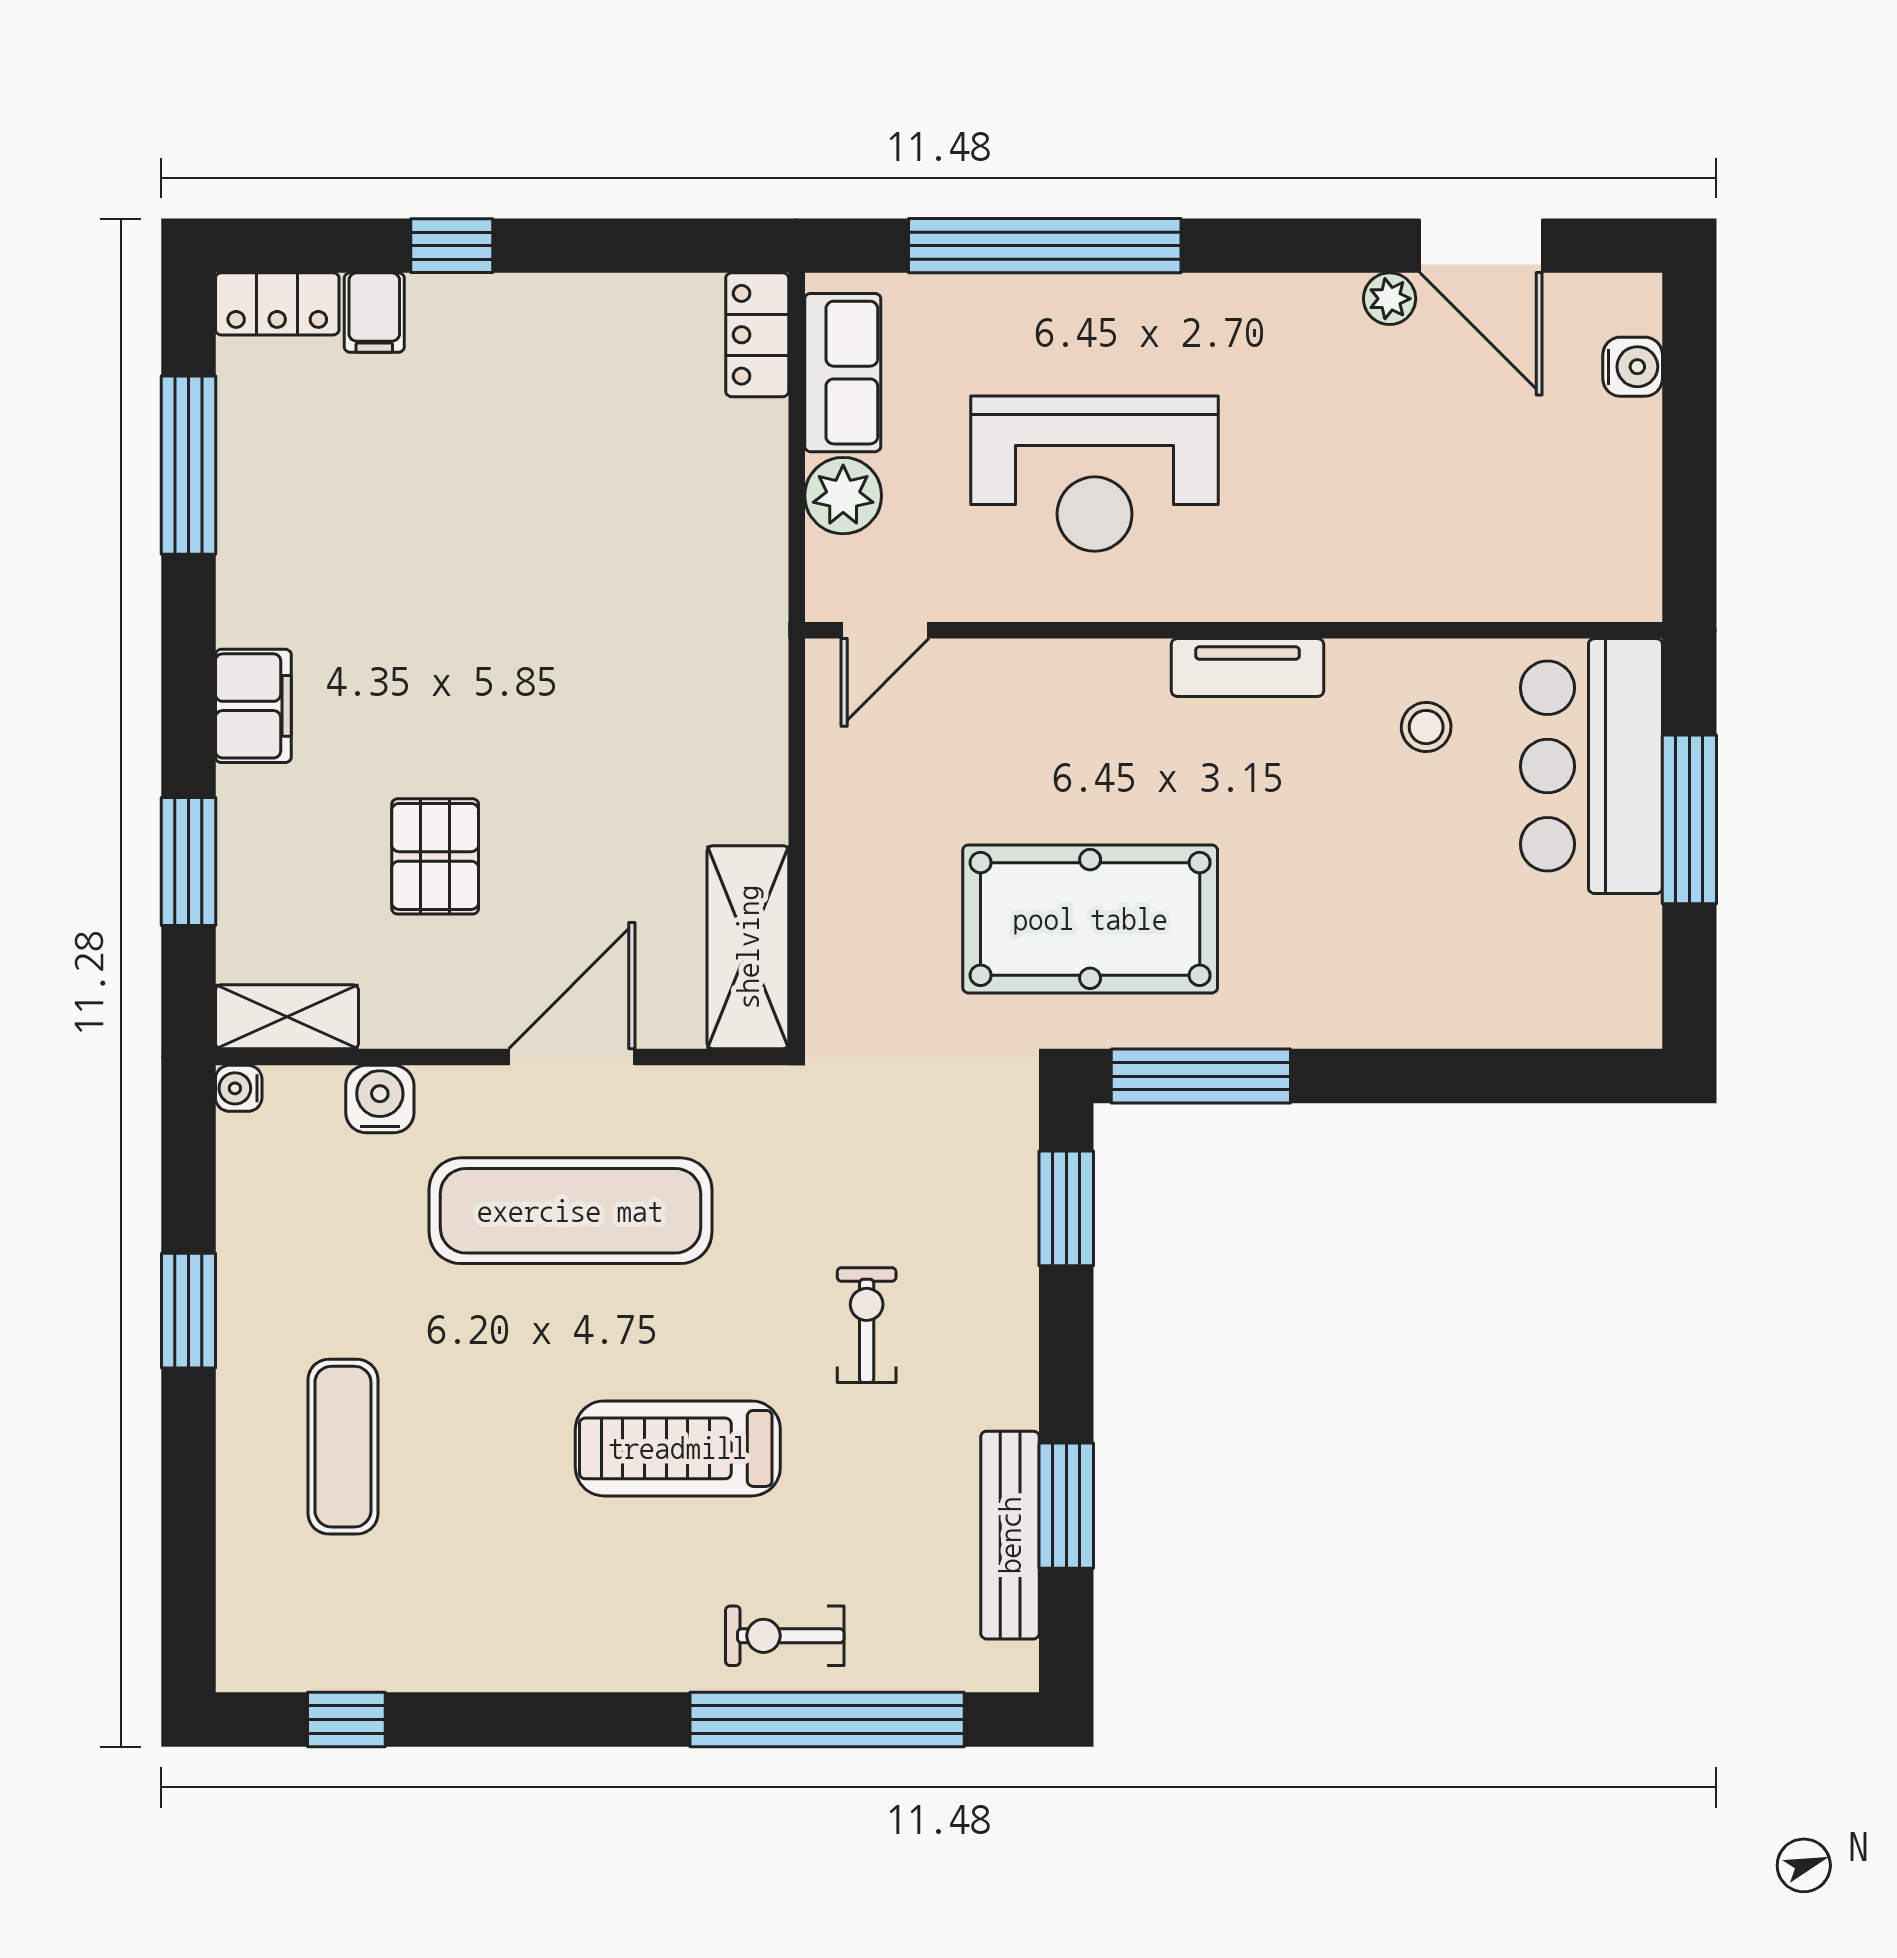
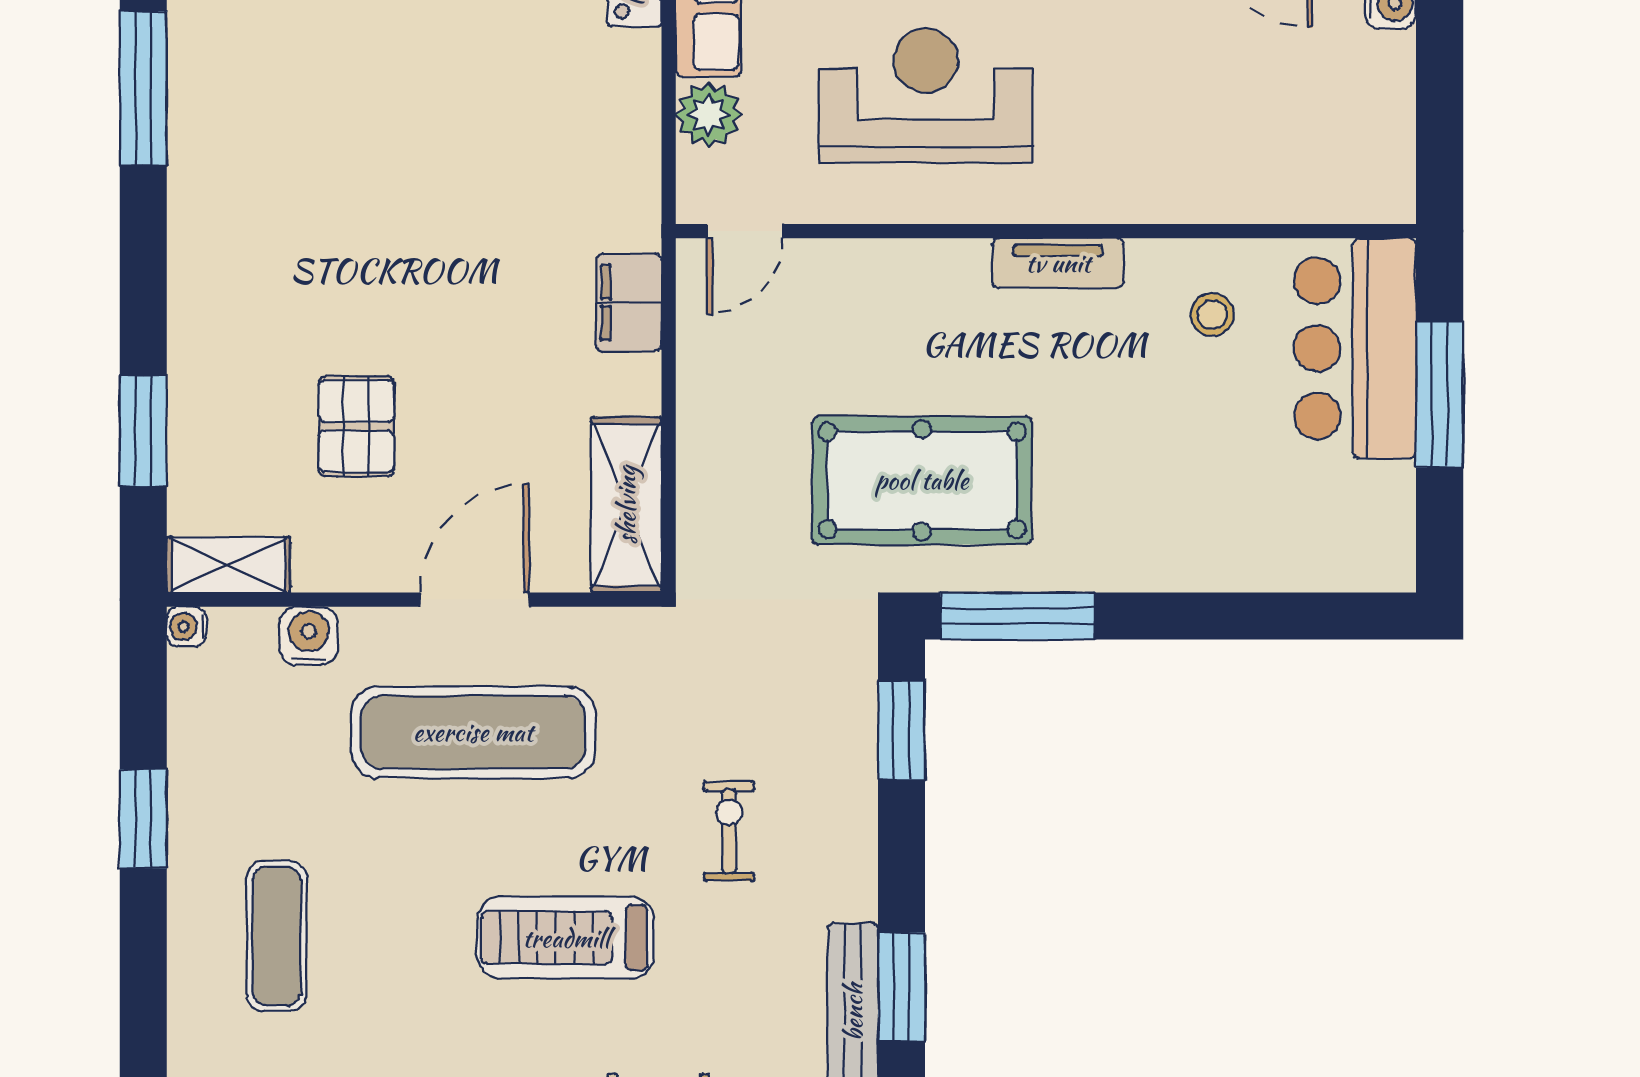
reception desk: (1095, 474) -> (926, 96), turned 180
filing cabinet: (253, 706) -> (629, 303), moved, turned 180

